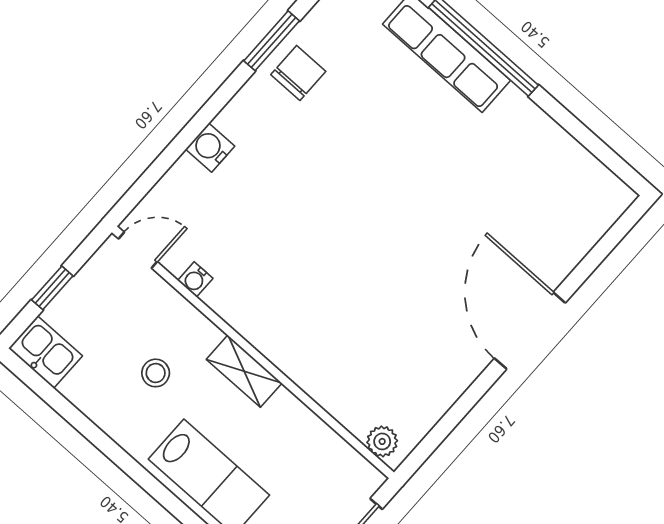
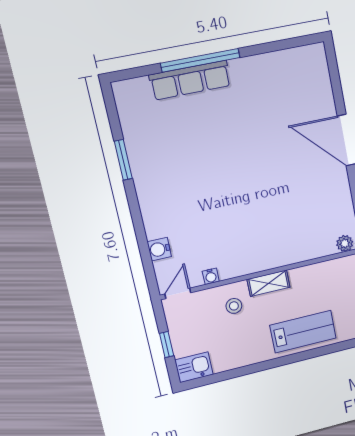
chair: (298, 73) -> (148, 158), removed
water cooler: (210, 148) -> (159, 249), moved
stool: (156, 373) -> (234, 306), moved

